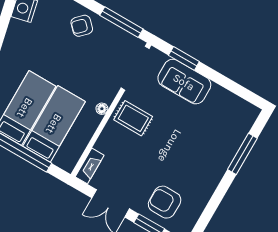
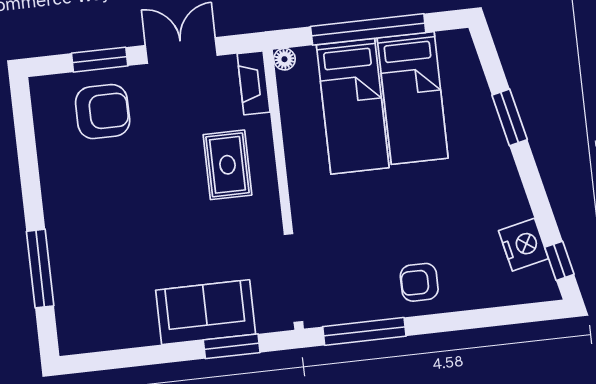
armchair: (82, 26) -> (419, 282), turned -135
floor lamp: (102, 109) -> (284, 59), moved
rug: (133, 118) -> (227, 165), moved, turned 90

